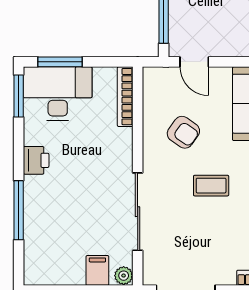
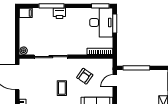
printer: (36, 160) -> (59, 13), moved
filing cabinet: (97, 270) -> (26, 13), moved

